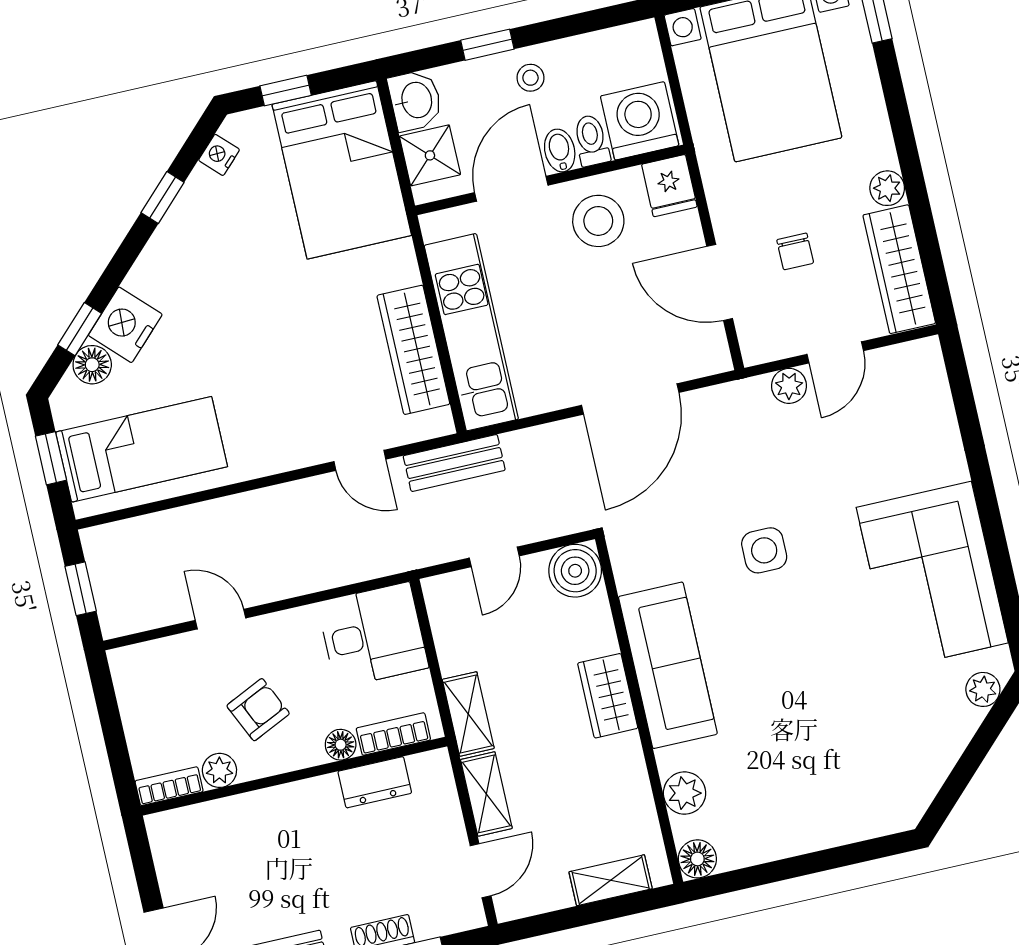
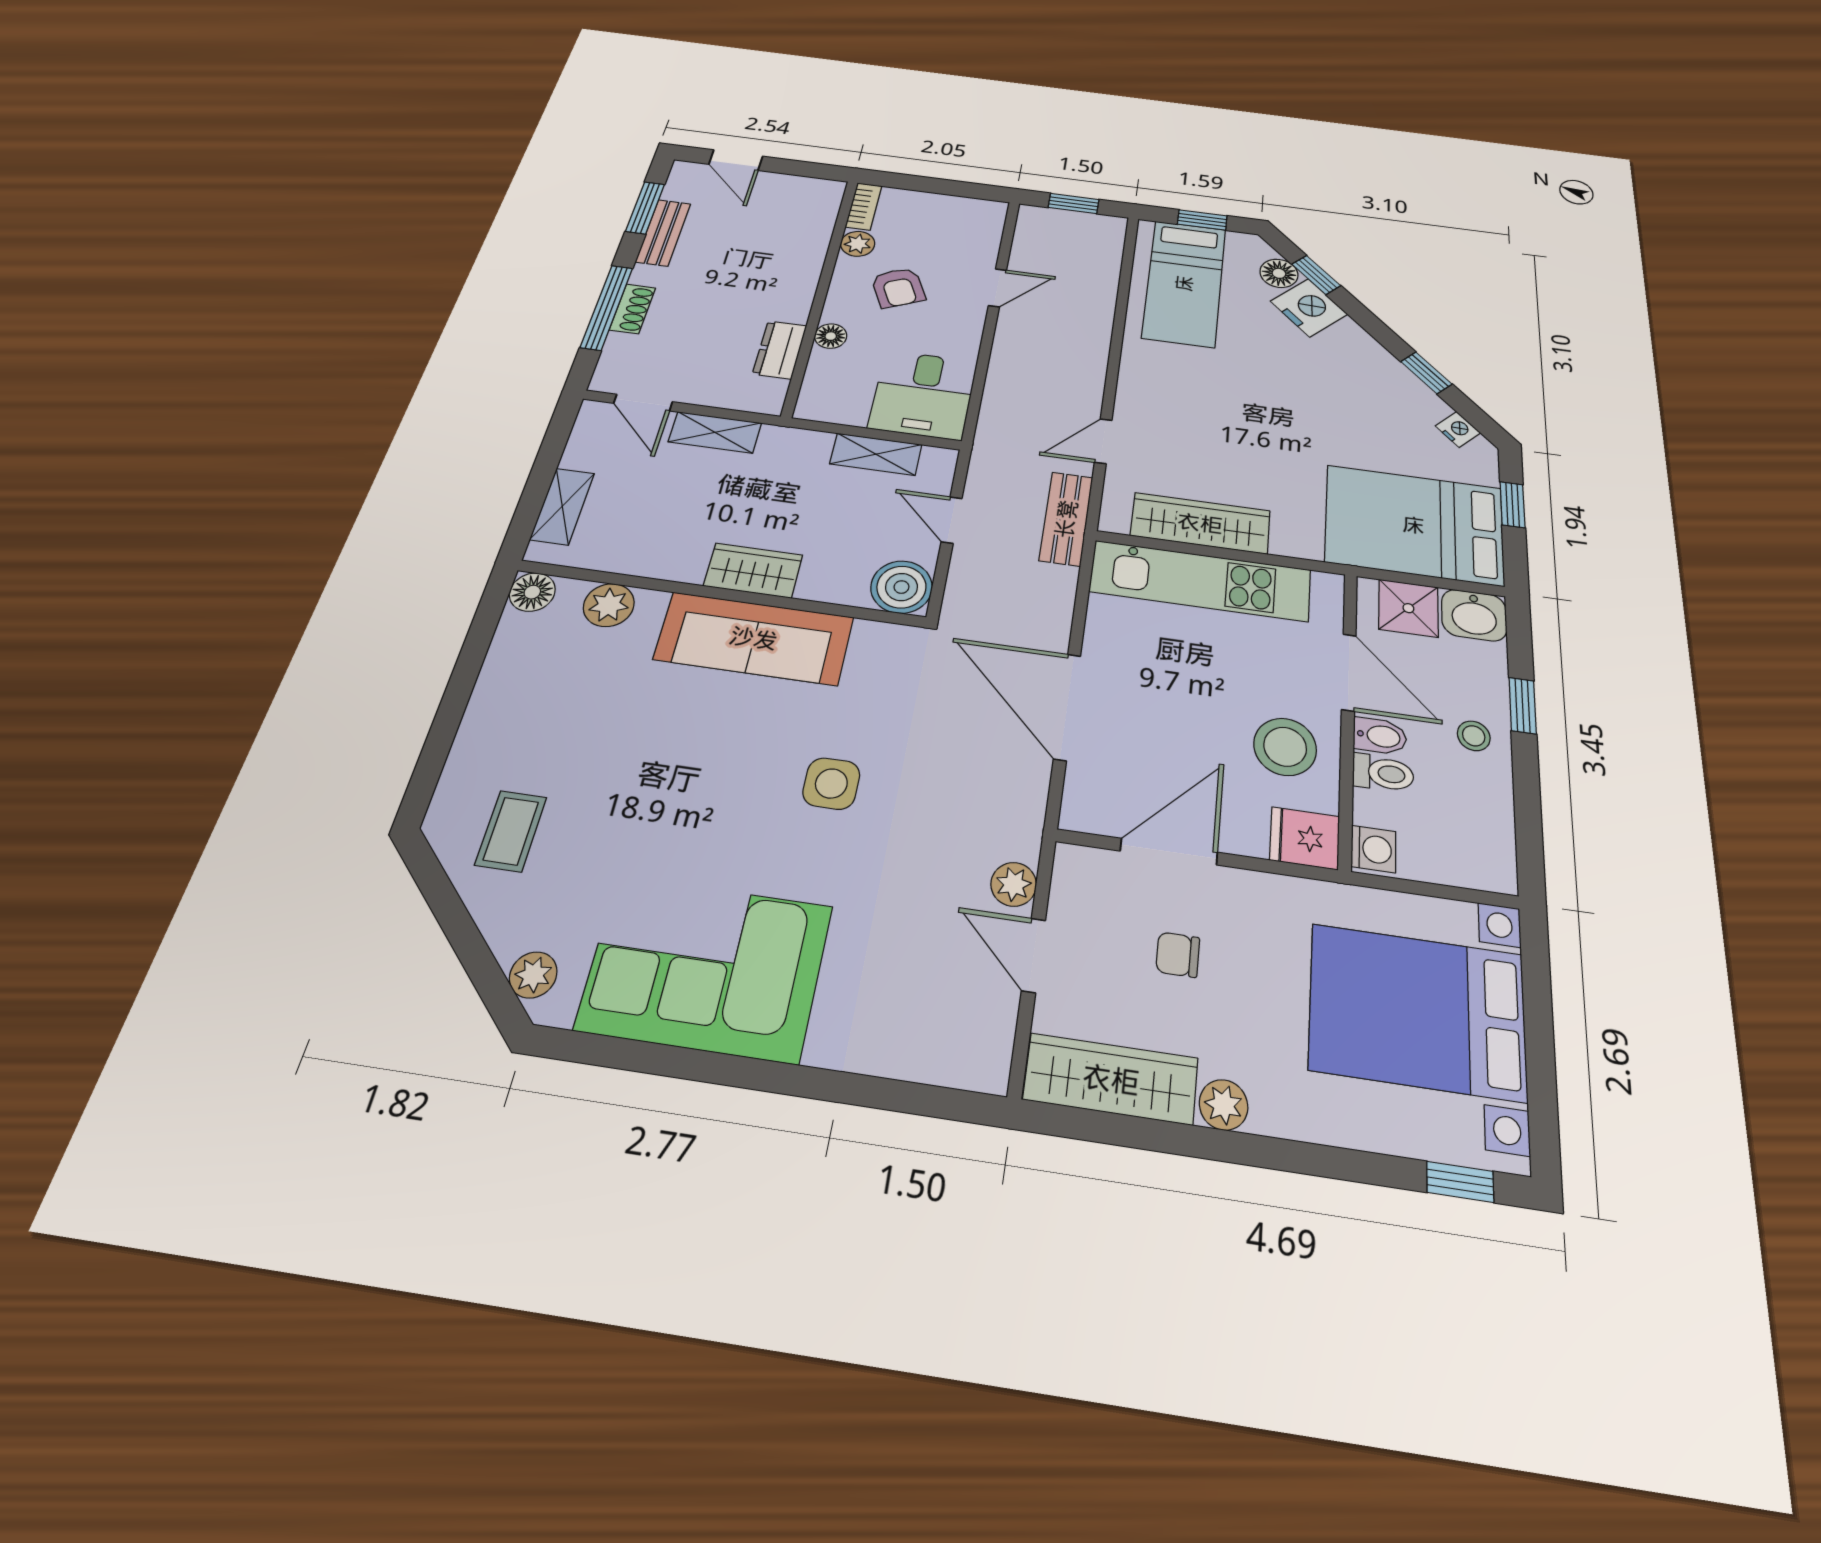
washing machine: (640, 121) -> (1374, 849), width x0.53, depth x0.53
shelving: (468, 714) -> (876, 454), moved
bookcase: (393, 734) -> (818, 379), removed
coffee table: (891, 763) -> (511, 831), added

